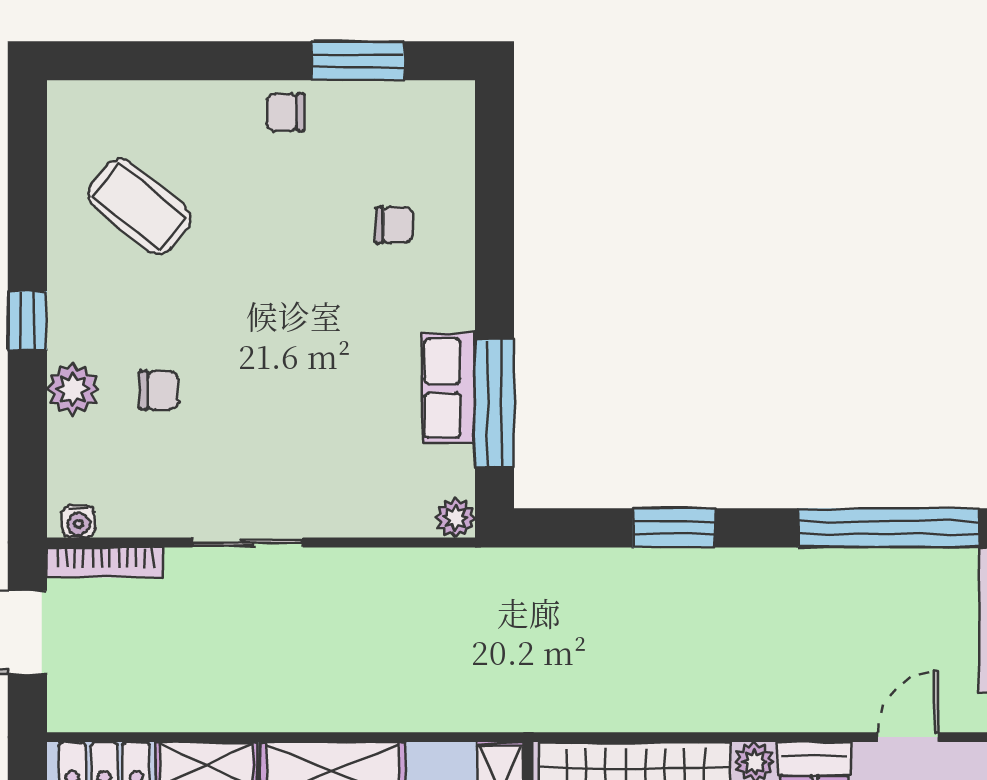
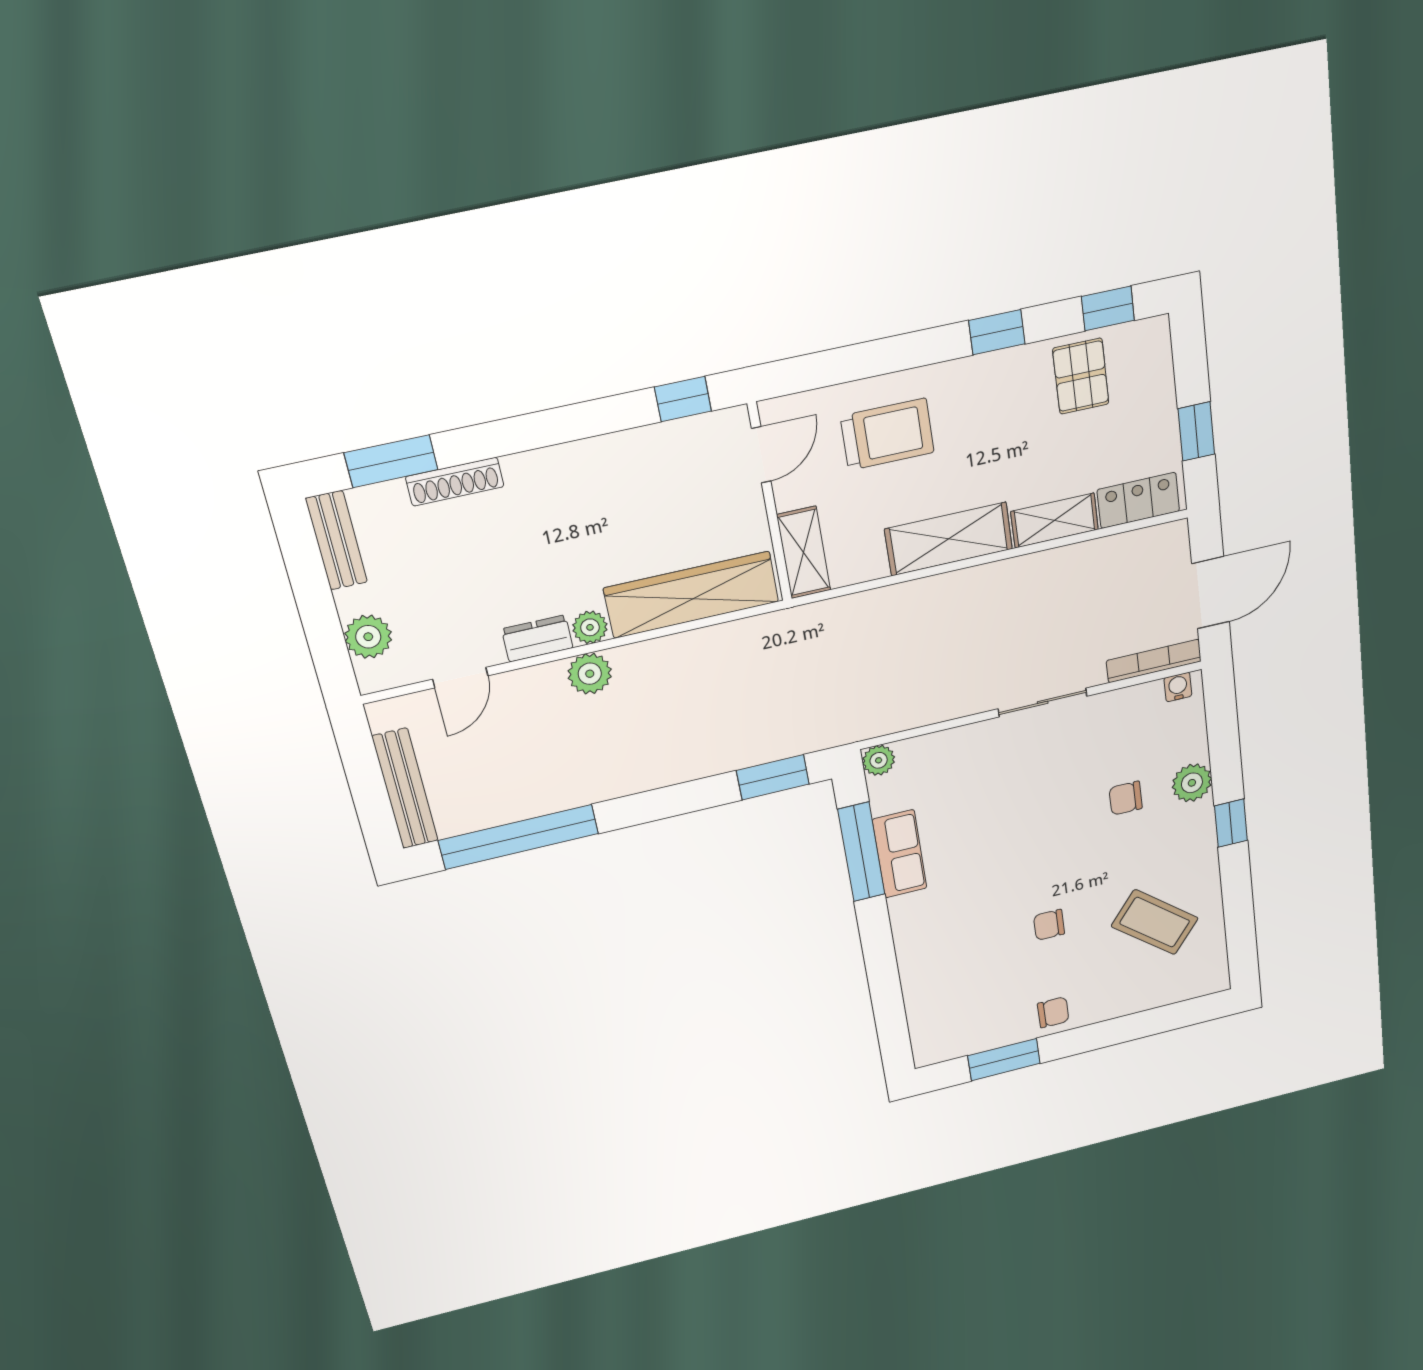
chair: (394, 225) -> (1049, 925), moved
window: (674, 528) -> (773, 777), moved
plant: (766, 707) -> (590, 674), added

